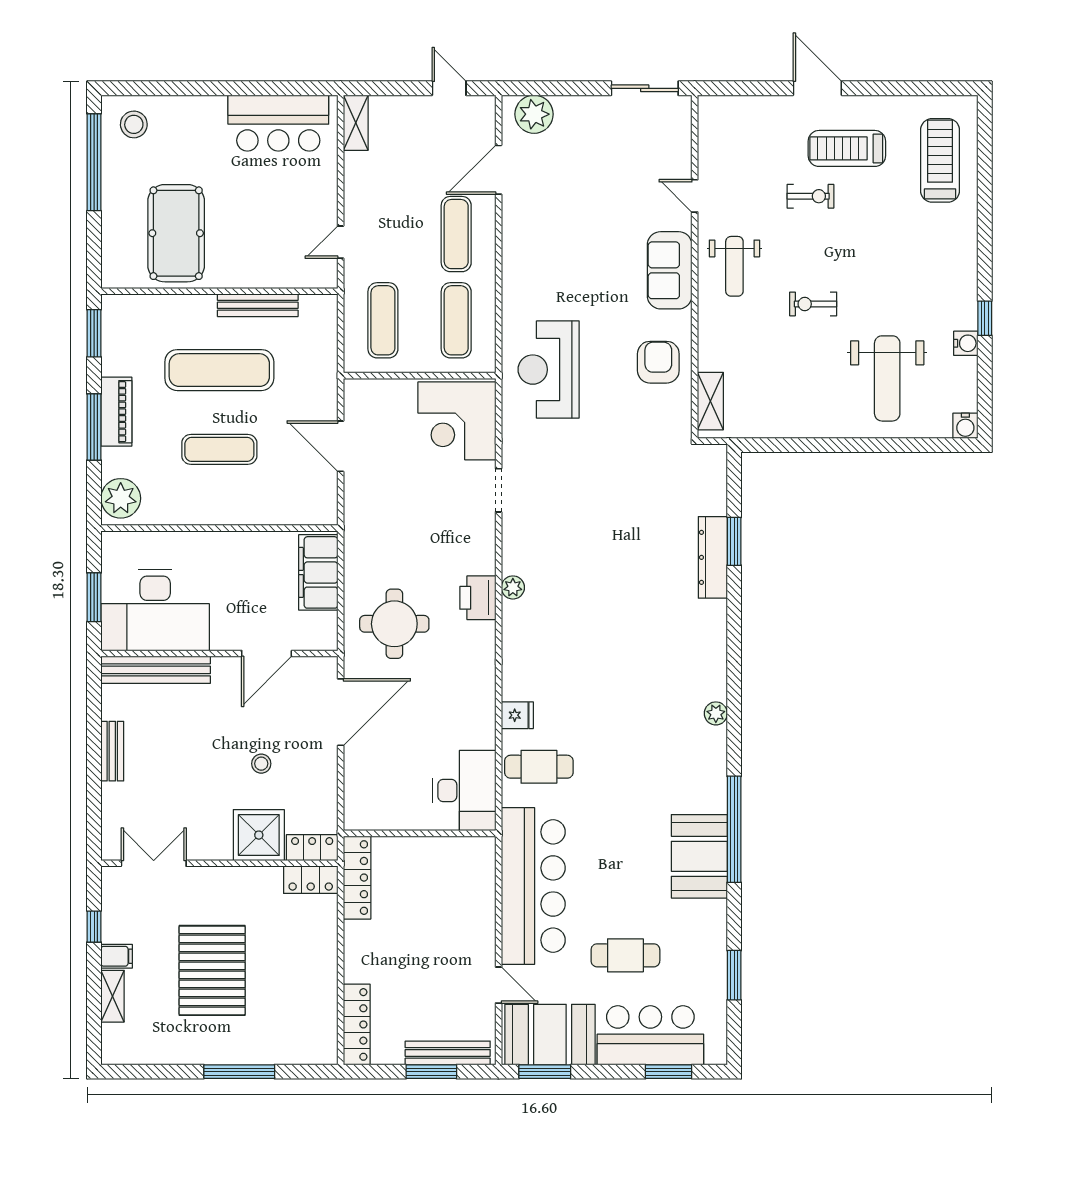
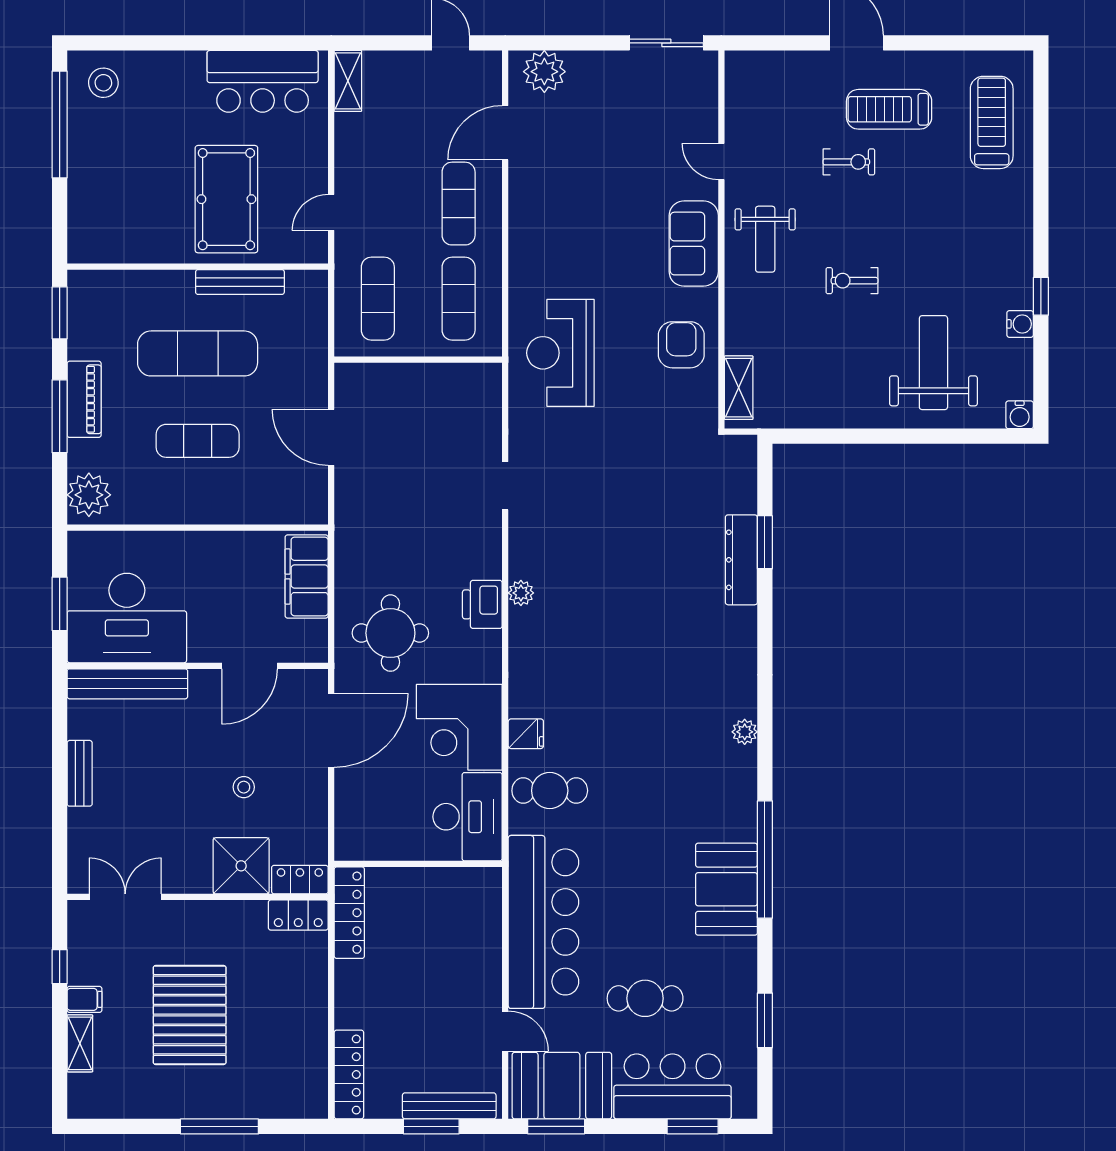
pool table: (176, 233) -> (226, 199), moved
weight bench: (887, 378) -> (933, 363), turned 180
corner desk: (457, 421) -> (459, 727), moved

